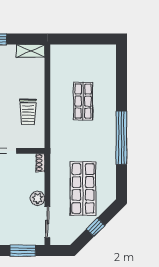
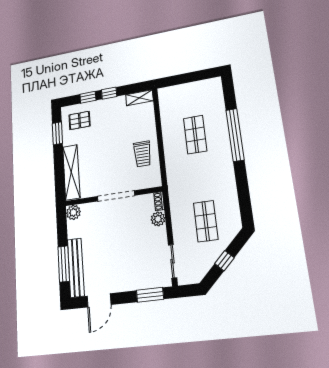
window: (121, 138) -> (235, 135), moved
shop shelf: (83, 189) -> (206, 221), width x0.70, depth x0.74
plant: (38, 198) -> (158, 219), moved

